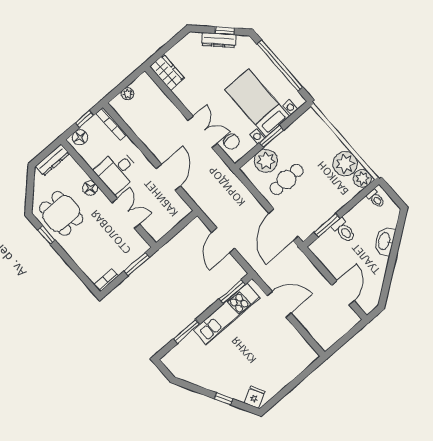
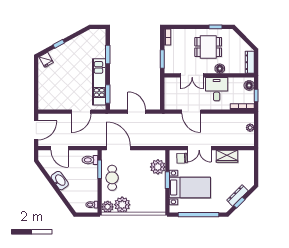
wardrobe: (167, 72) -> (227, 156), moved
cafe table: (287, 180) -> (112, 178), moved
dining table: (61, 213) -> (208, 47), moved
toilet: (344, 230) -> (90, 160), moved
washbasin: (385, 241) -> (60, 181), moved
door: (346, 338) -> (36, 130), added

